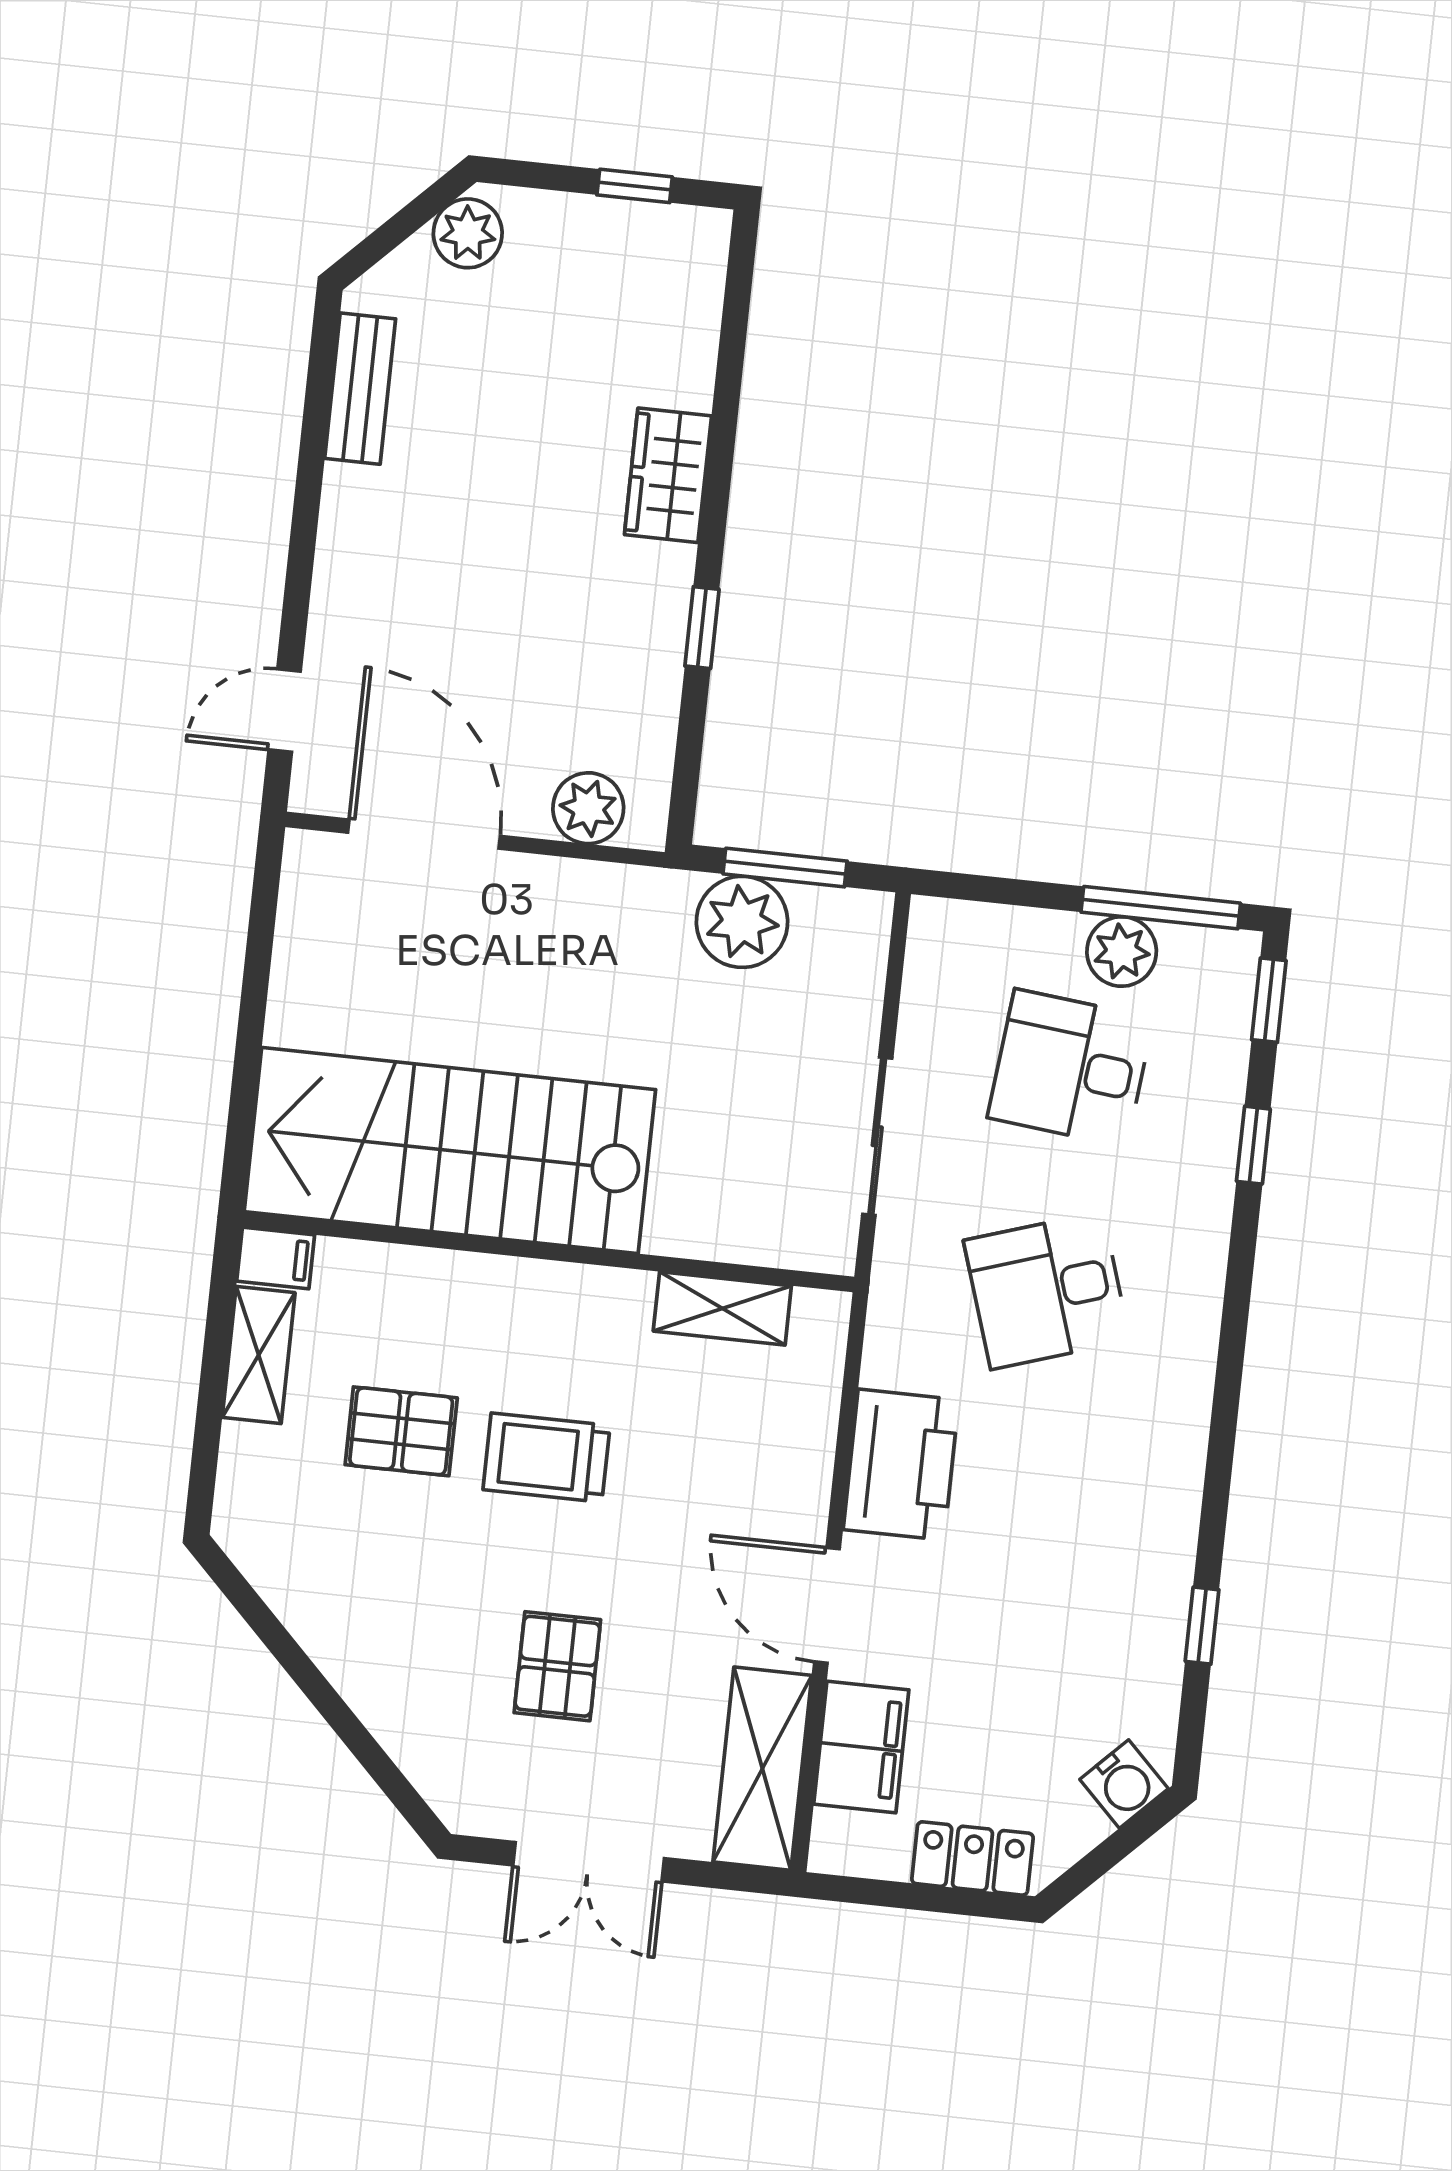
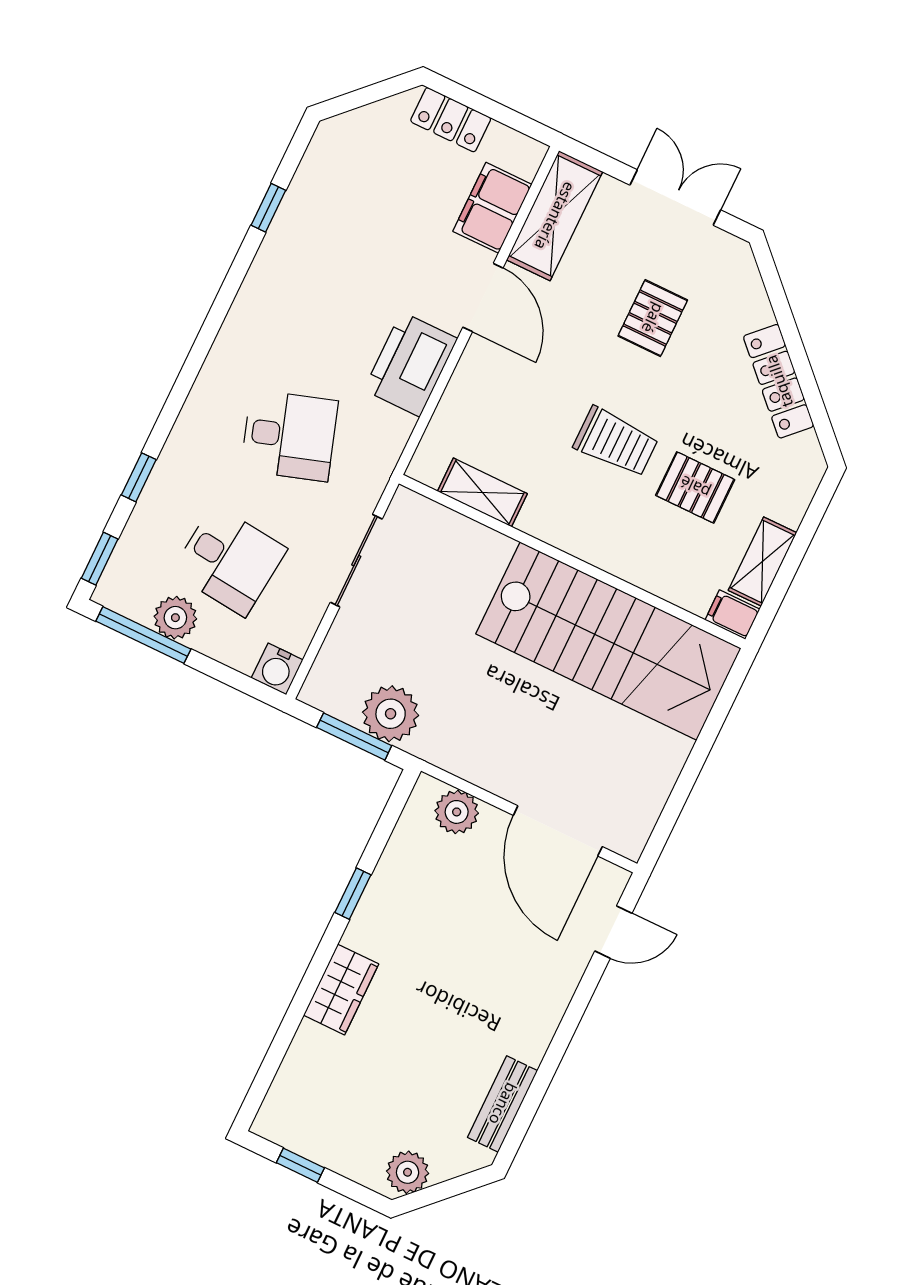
locker: (332, 1638) -> (779, 381), added
water cooler: (1124, 1784) -> (277, 669), moved, turned -135

